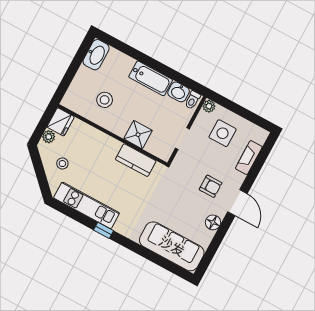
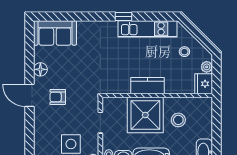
shower: (138, 135) -> (145, 115), width x1.86, depth x1.86
fireplace: (249, 158) -> (40, 136), removed
kitchen counter: (136, 160) -> (148, 86), moved
sofa: (172, 246) -> (55, 33), width x0.73

